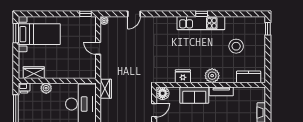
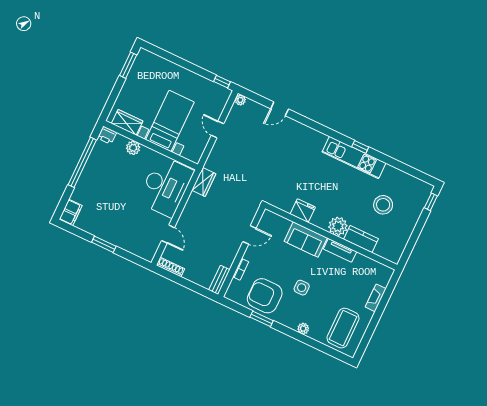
bed with nightstands: (39, 34) -> (170, 121), moved, turned -90
kitchen counter: (249, 77) -> (361, 239), moved
floor lamp: (163, 93) -> (269, 219), removed

